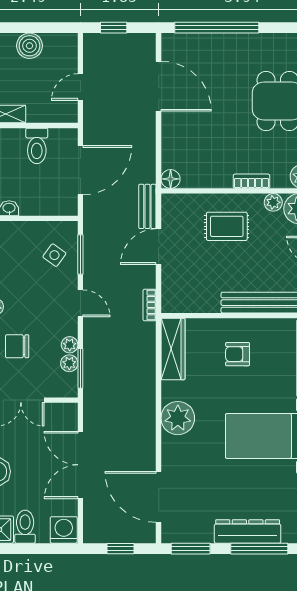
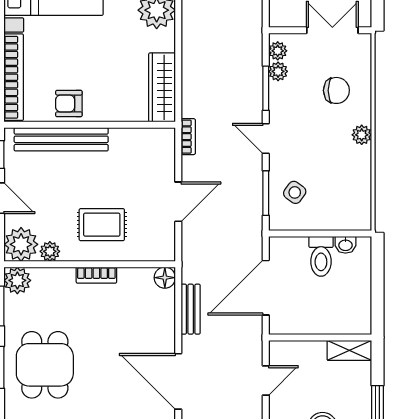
toilet: (37, 146) -> (321, 256), moved, turned 180
bookcase: (251, 181) -> (96, 275), moved
bench: (147, 206) -> (191, 309), moved
plant: (70, 345) -> (278, 51), moved
armchair: (238, 354) -> (69, 103), moved, turned 180
window: (80, 368) -> (266, 88), moved

